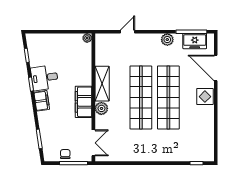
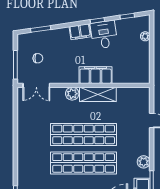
plant: (87, 38) -> (145, 36), moved
filing cabinet: (84, 102) -> (96, 75), moved
chair: (65, 154) -> (38, 58), moved

